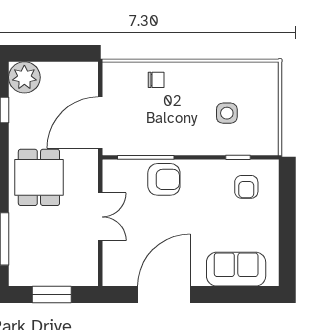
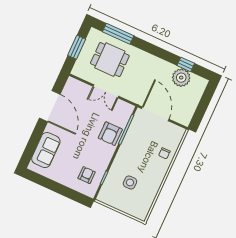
plant: (24, 77) -> (181, 78), moved
dining table: (39, 177) -> (110, 60), moved
armchair: (246, 187) -> (87, 175), turned 90

